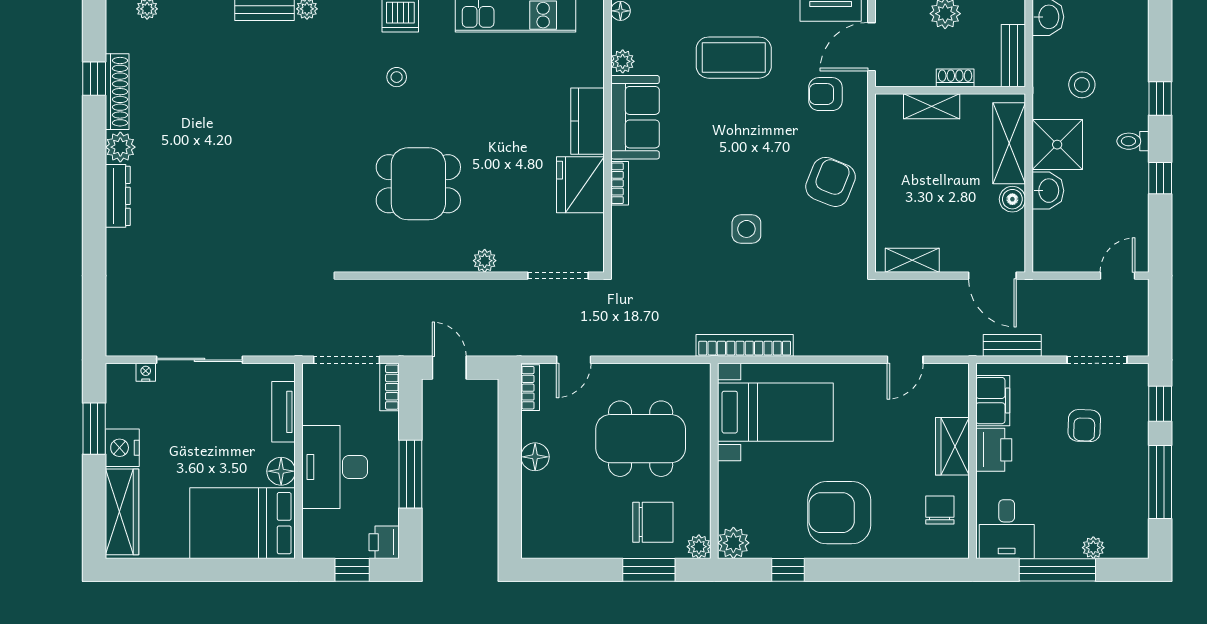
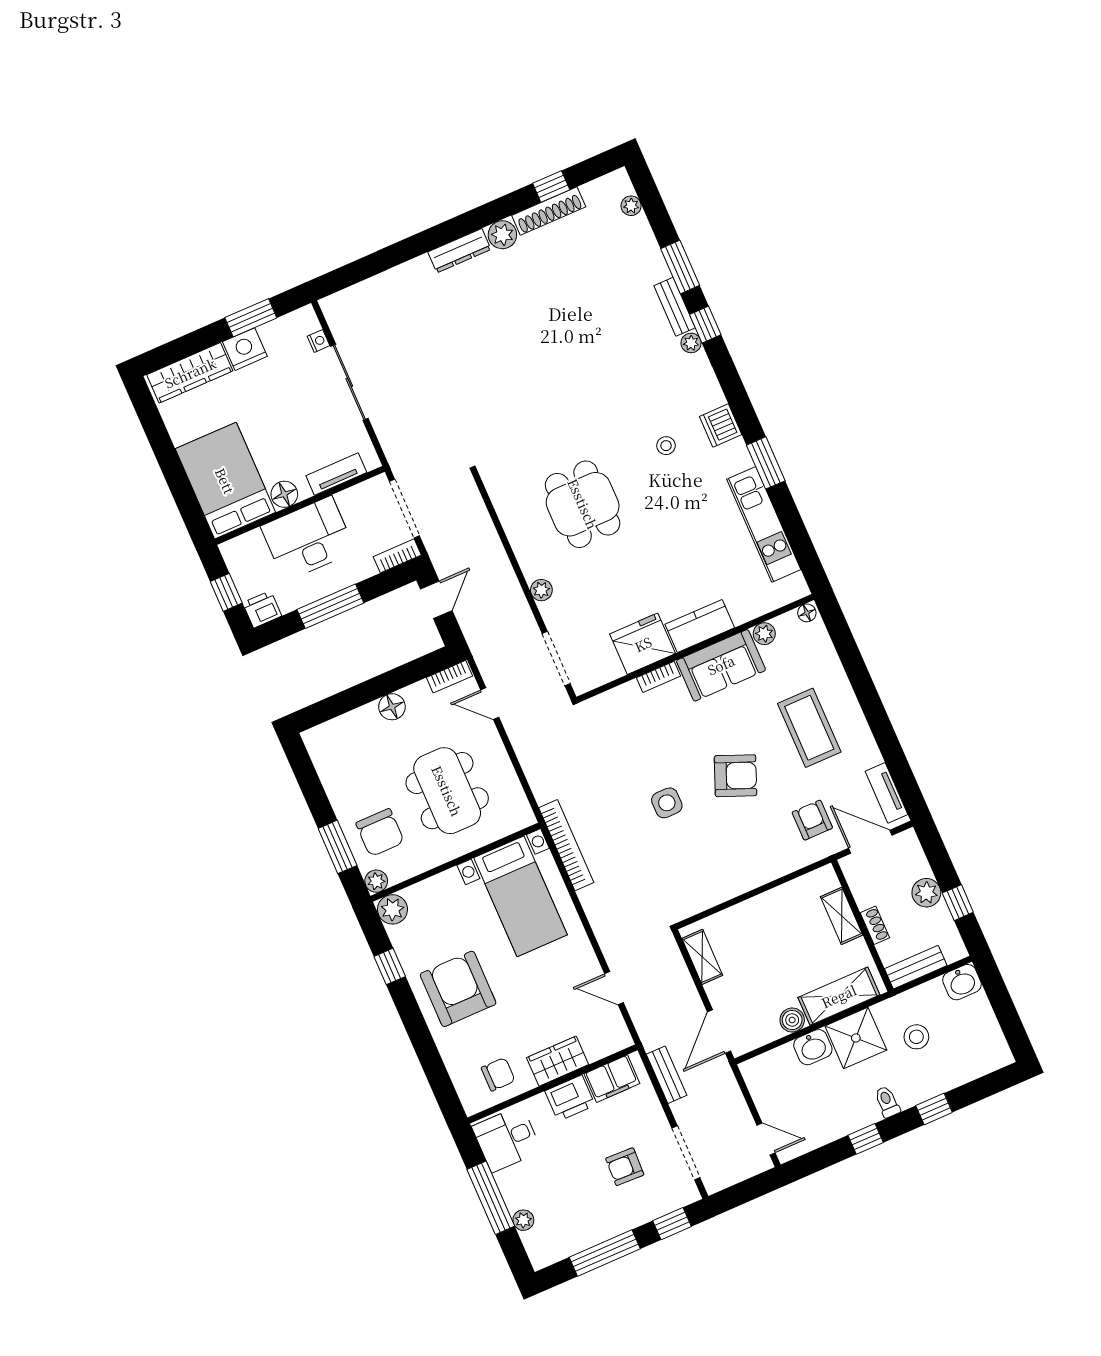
armchair: (831, 182) -> (736, 776), moved

